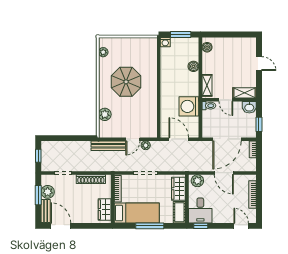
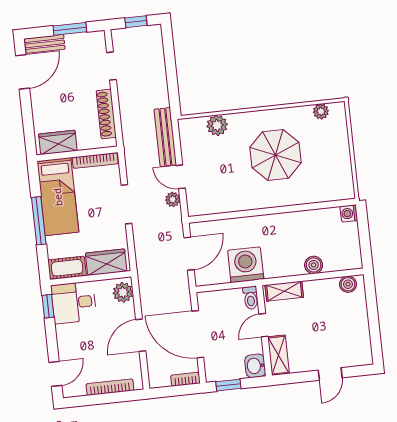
window: (181, 35) -> (364, 238), removed
plant: (48, 192) -> (77, 44), removed

